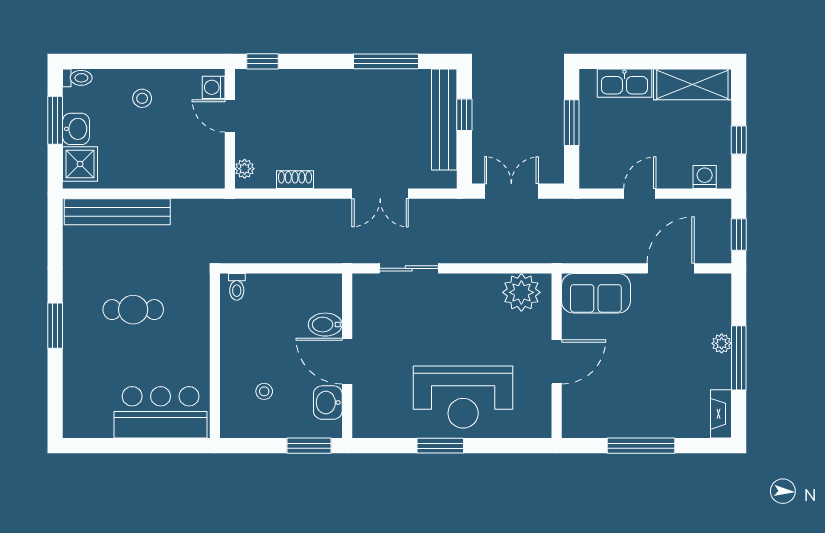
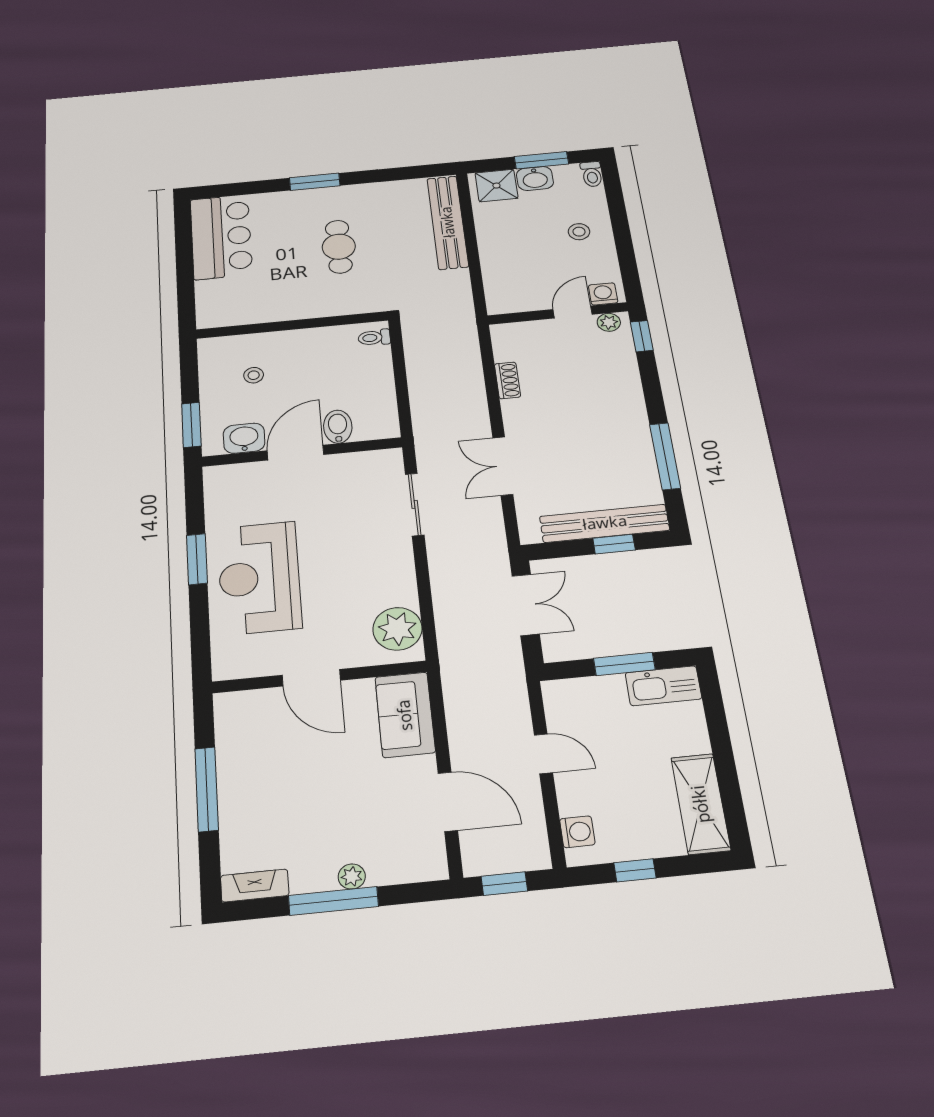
kitchen sink: (624, 83) -> (663, 686), moved, turned -90
plant: (245, 169) -> (609, 322), moved
bar counter: (161, 412) -> (221, 237), moved

